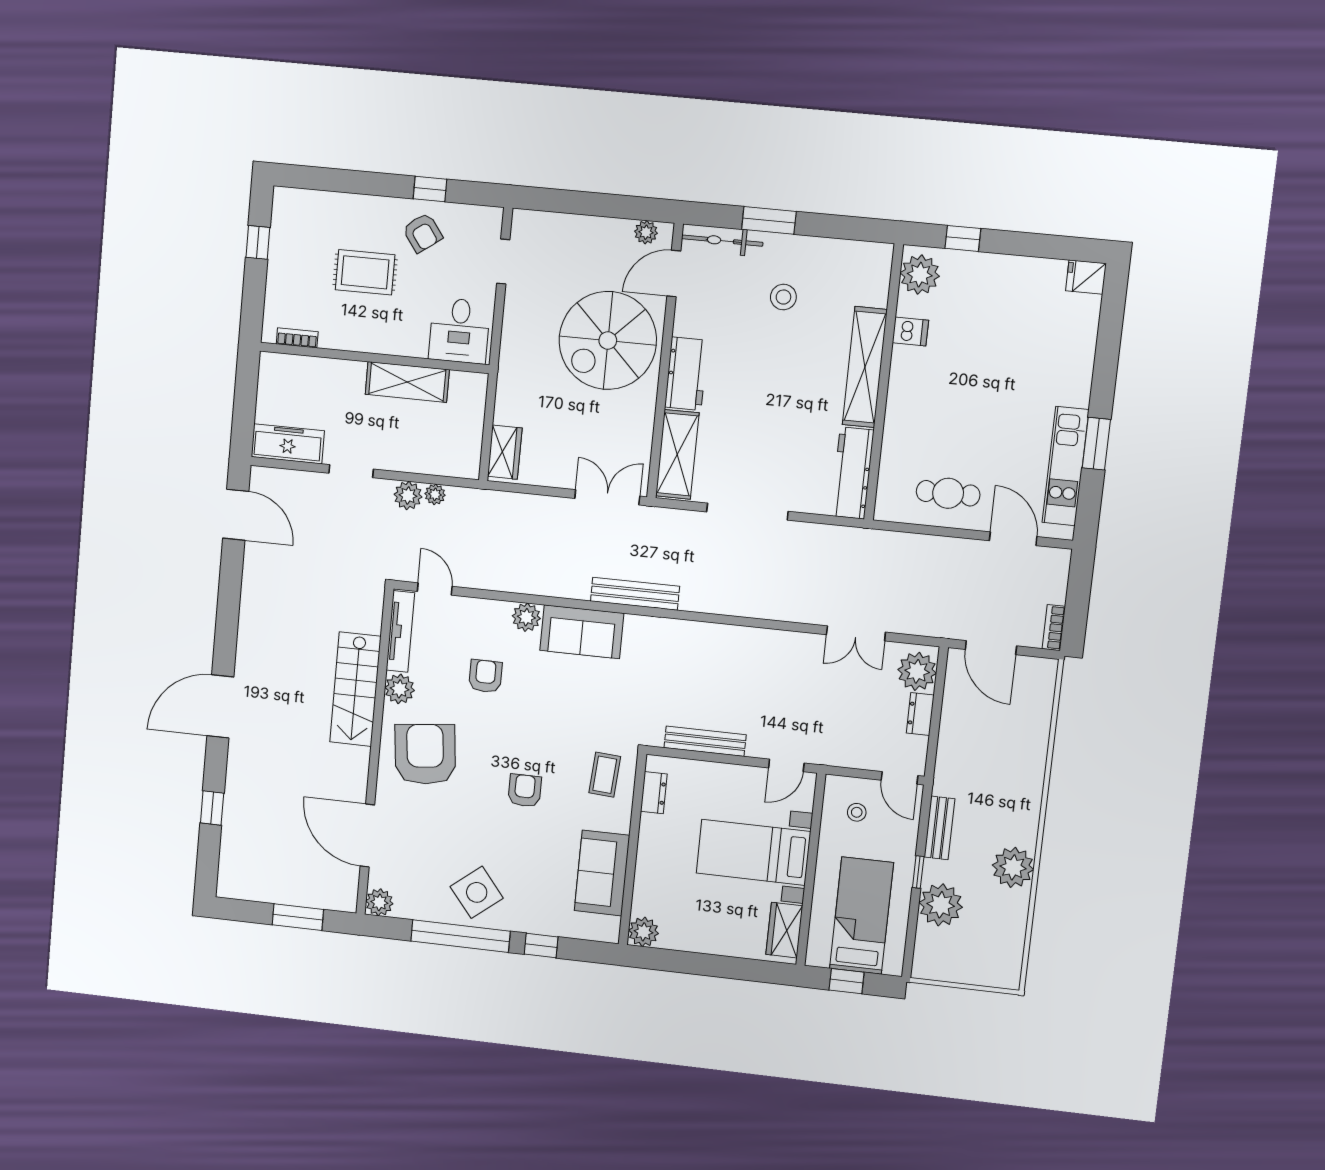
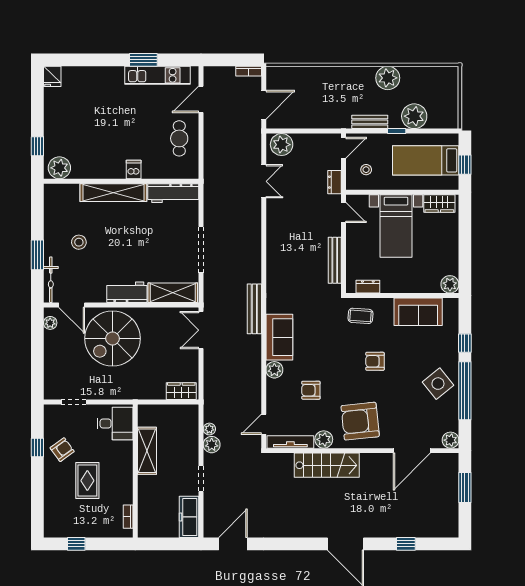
dishwasher: (910, 331) -> (134, 169), moved
spiral stairs: (608, 340) -> (113, 338), turned 90
dresser: (920, 714) -> (335, 182), moved, turned 90

